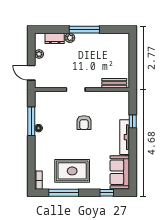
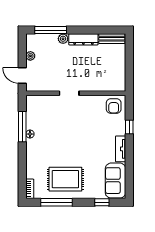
window: (84, 30) -> (51, 30), moved
dresser: (55, 38) -> (83, 39), moved, width x1.44
bench: (114, 83) -> (112, 39), moved
armchair: (84, 123) -> (114, 106), moved
tv unit: (125, 137) -> (121, 149), width x0.71

